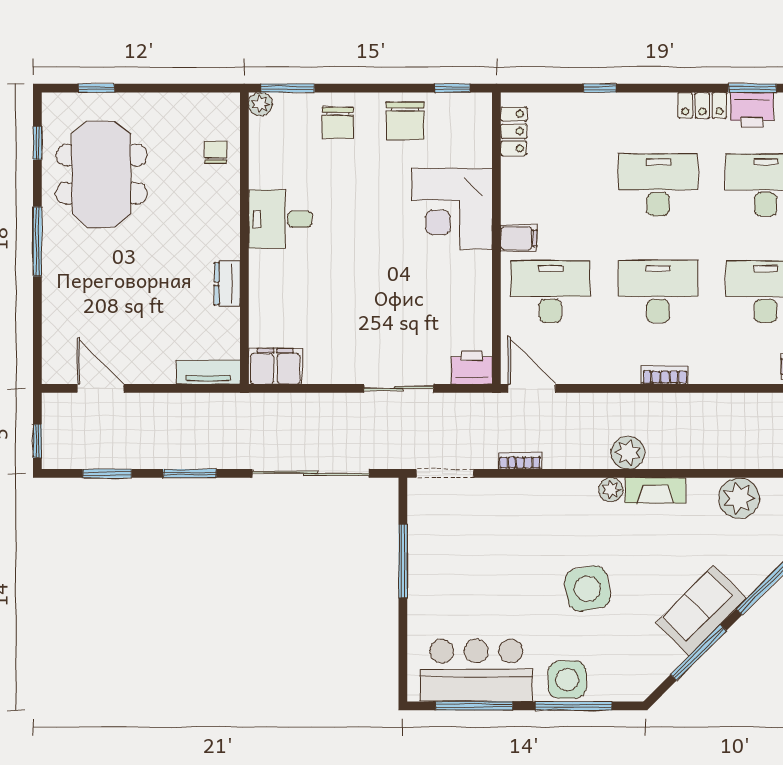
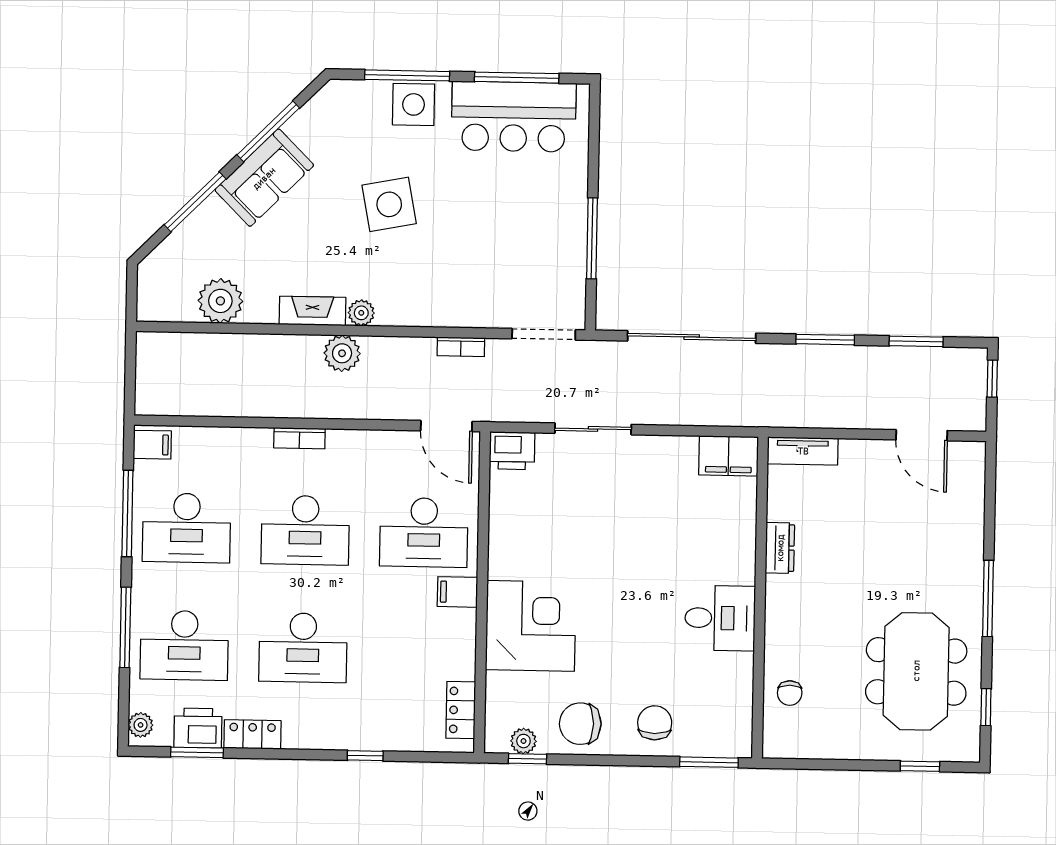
plant: (260, 104) -> (523, 741), moved
chair: (405, 121) -> (580, 724), turned -90

